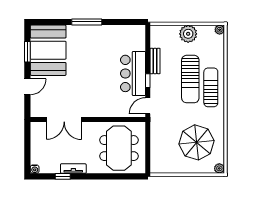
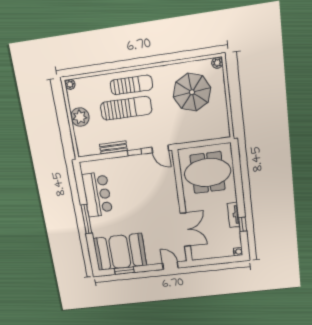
bar counter: (133, 73) -> (97, 195), moved, turned -90
door: (27, 87) -> (170, 266), moved
sun lounger: (211, 87) -> (131, 85), turned 180

